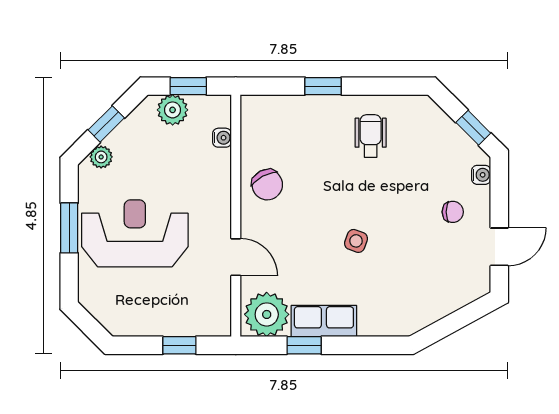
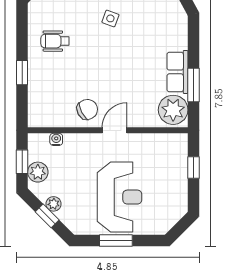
plant: (101, 157) -> (54, 204), moved
reception desk: (135, 233) -> (119, 197), turned 180
side table: (356, 241) -> (110, 18), moved
door: (236, 257) -> (114, 130), moved
window: (304, 345) -> (193, 85), width x1.50

